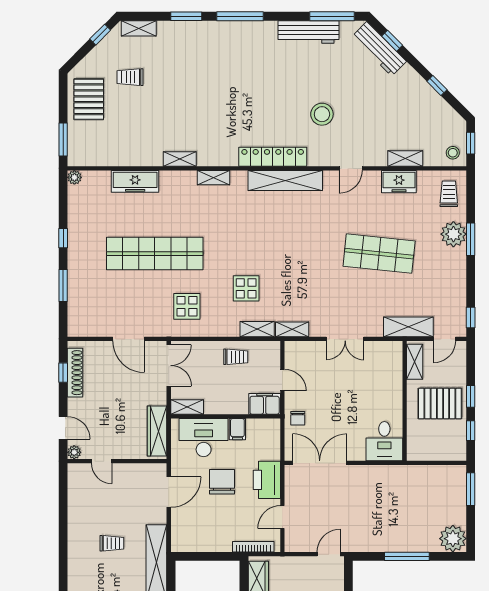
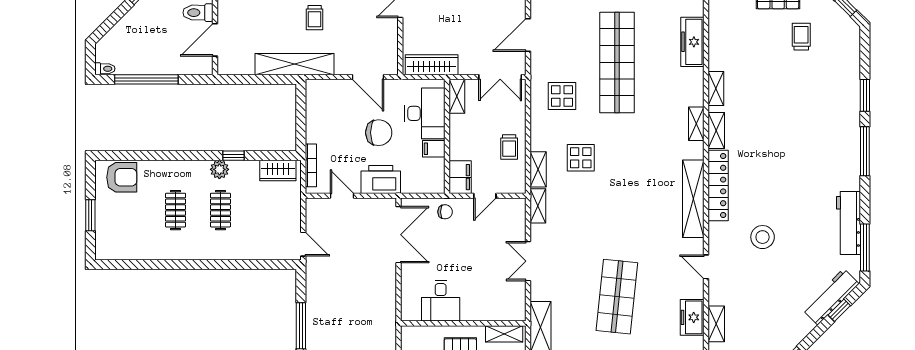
shelving: (139, 28) -> (716, 131), moved
chair: (298, 418) -> (445, 212), turned 180
desk: (384, 441) -> (441, 301), moved, turned -90

